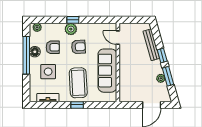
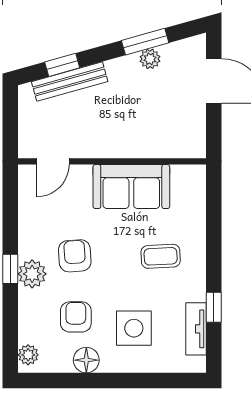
window: (26, 55) -> (95, 381), removed
window: (162, 56) -> (62, 65), moved
sofa: (107, 71) -> (131, 187), width x0.73
coffee table: (78, 83) -> (161, 256), width x0.54, depth x0.58
window: (77, 105) -> (214, 307), moved

